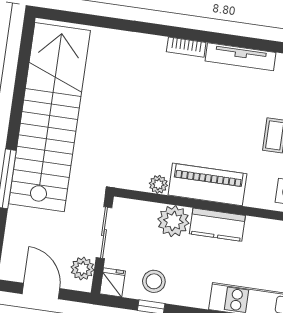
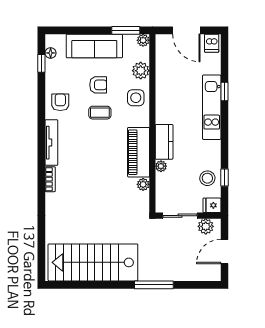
stairs: (49, 117) -> (93, 262), width x0.73
plant: (173, 221) -> (161, 166), width x0.53, depth x0.53

